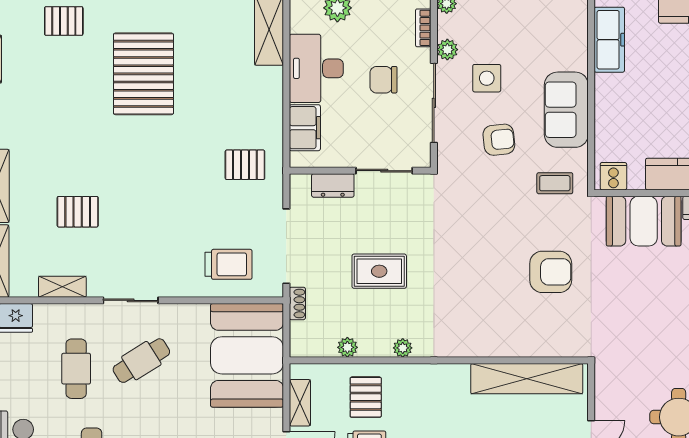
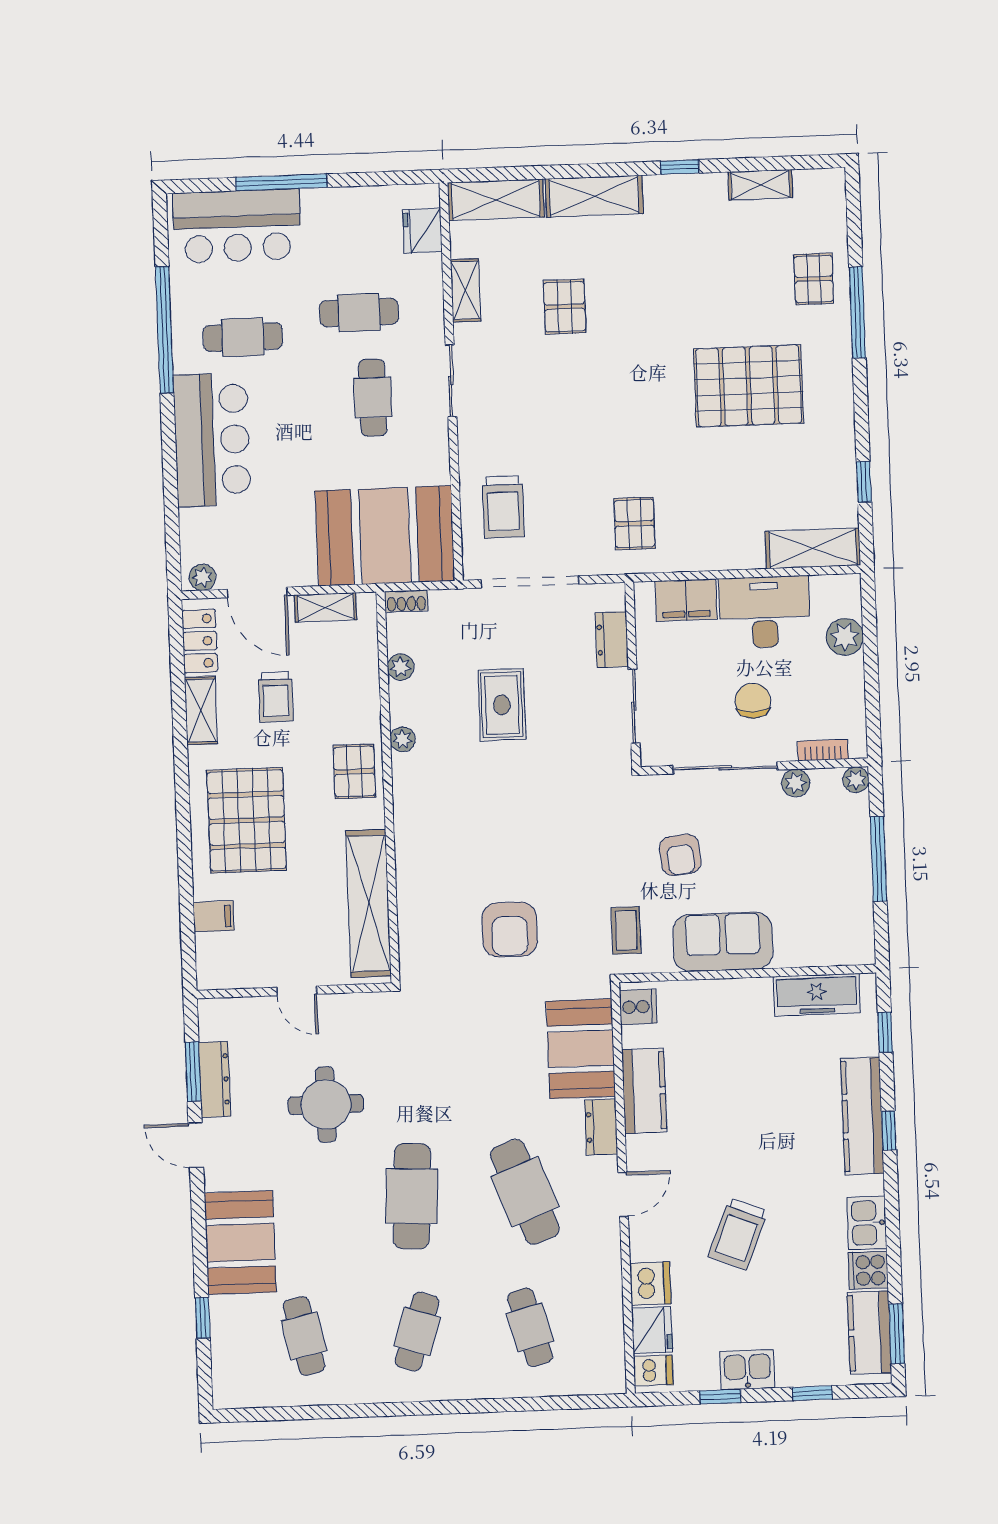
side table: (487, 78) -> (760, 836), removed
shoe rack: (297, 303) -> (406, 601), moved
cafe table: (141, 361) -> (373, 398), turned 32
pallet: (366, 397) -> (354, 771), moved, turned 90

